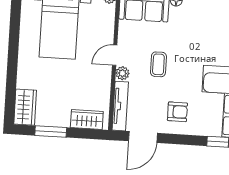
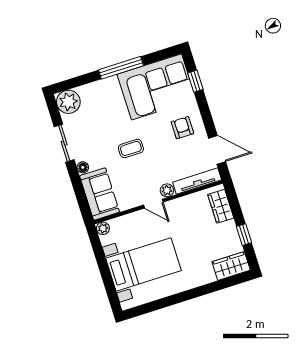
coffee table: (158, 64) -> (131, 148), moved
window: (51, 131) -> (244, 235), width x0.67

